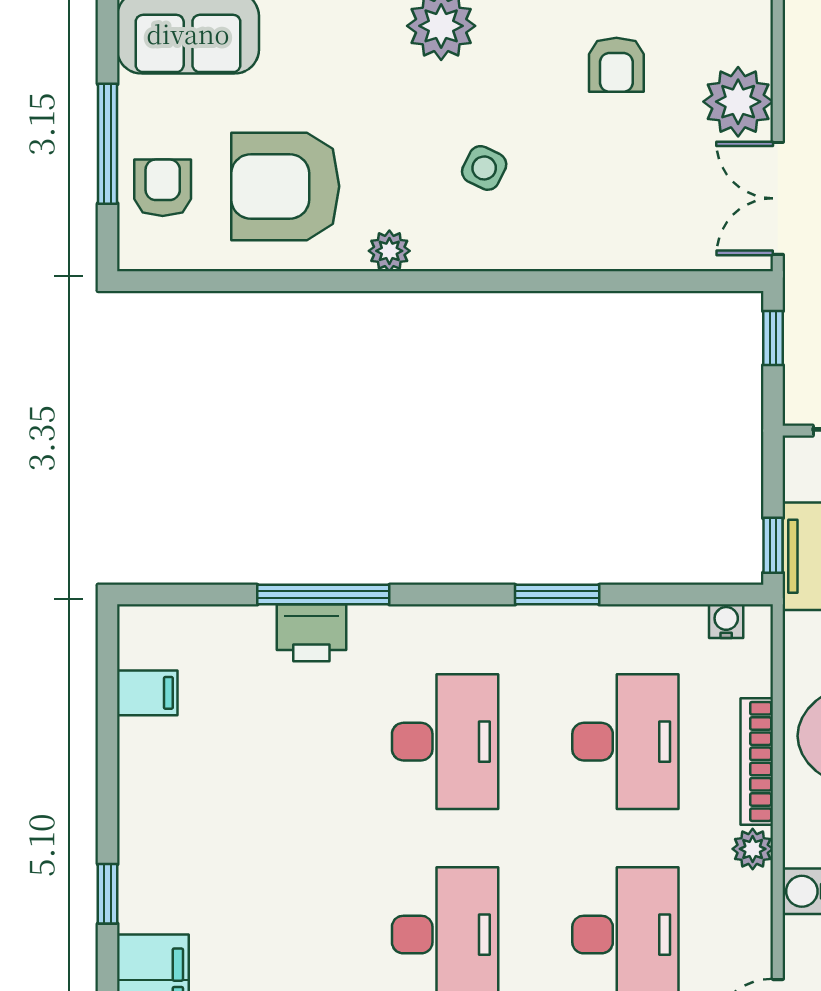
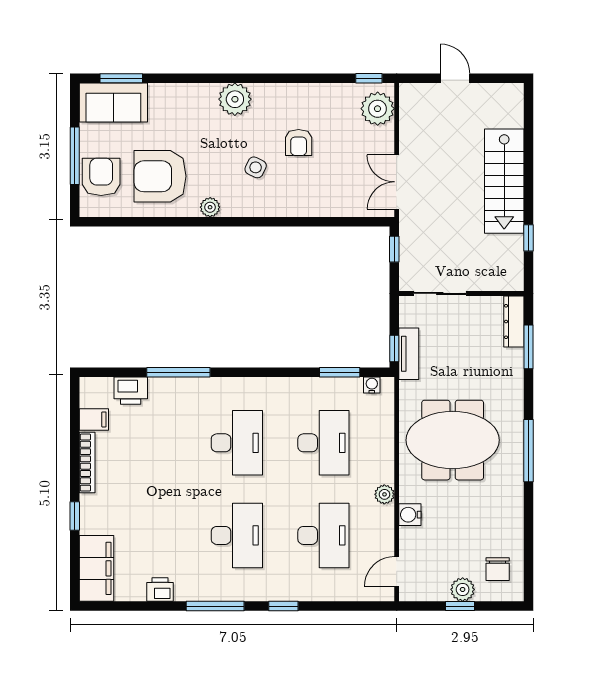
armchair: (616, 65) -> (299, 143), moved
plant: (738, 102) -> (378, 109), moved
armchair: (163, 188) -> (101, 177), width x1.38, depth x1.38
window: (557, 595) -> (340, 372), moved
printer: (311, 633) -> (131, 391), moved
bookcase: (757, 761) -> (87, 463), moved, turned 180

